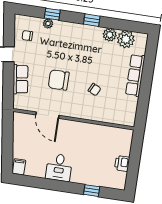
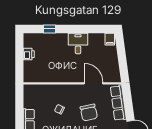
row of seats: (20, 79) -> (118, 103), width x1.48
chair: (59, 80) -> (89, 112), turned 78

